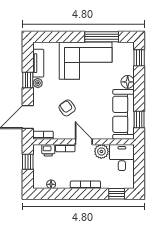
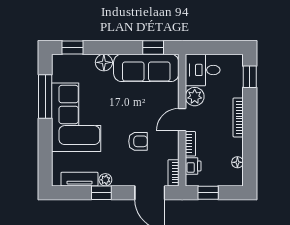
armchair: (67, 108) -> (138, 141), turned -144

